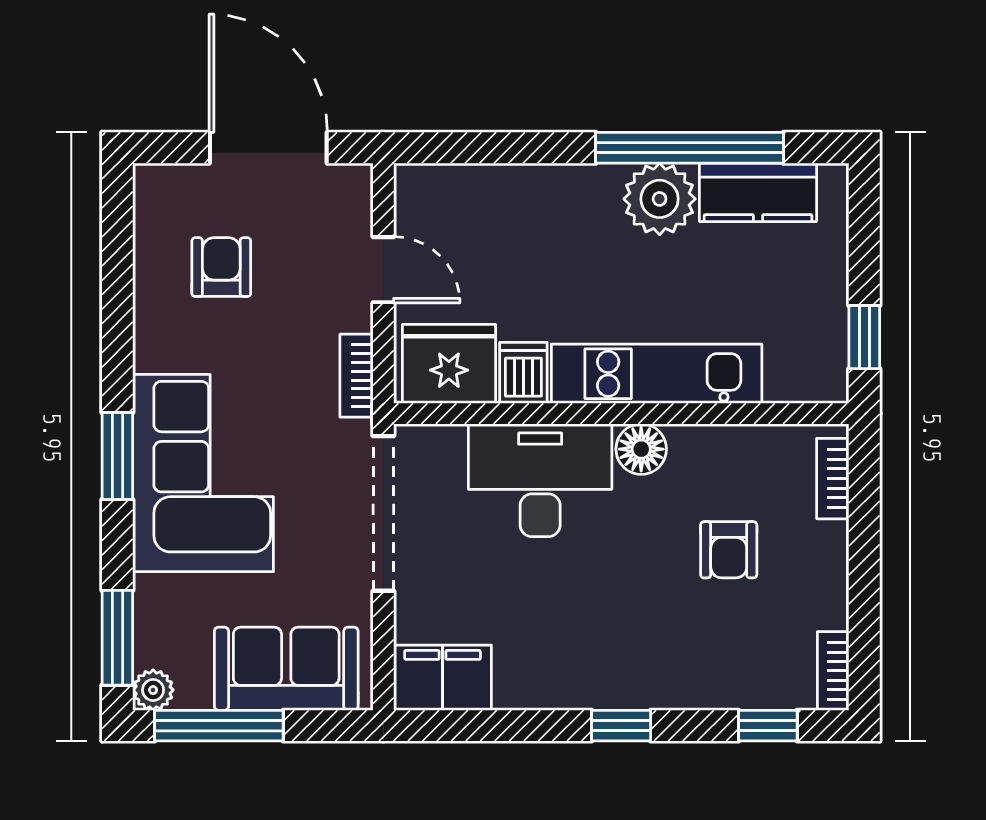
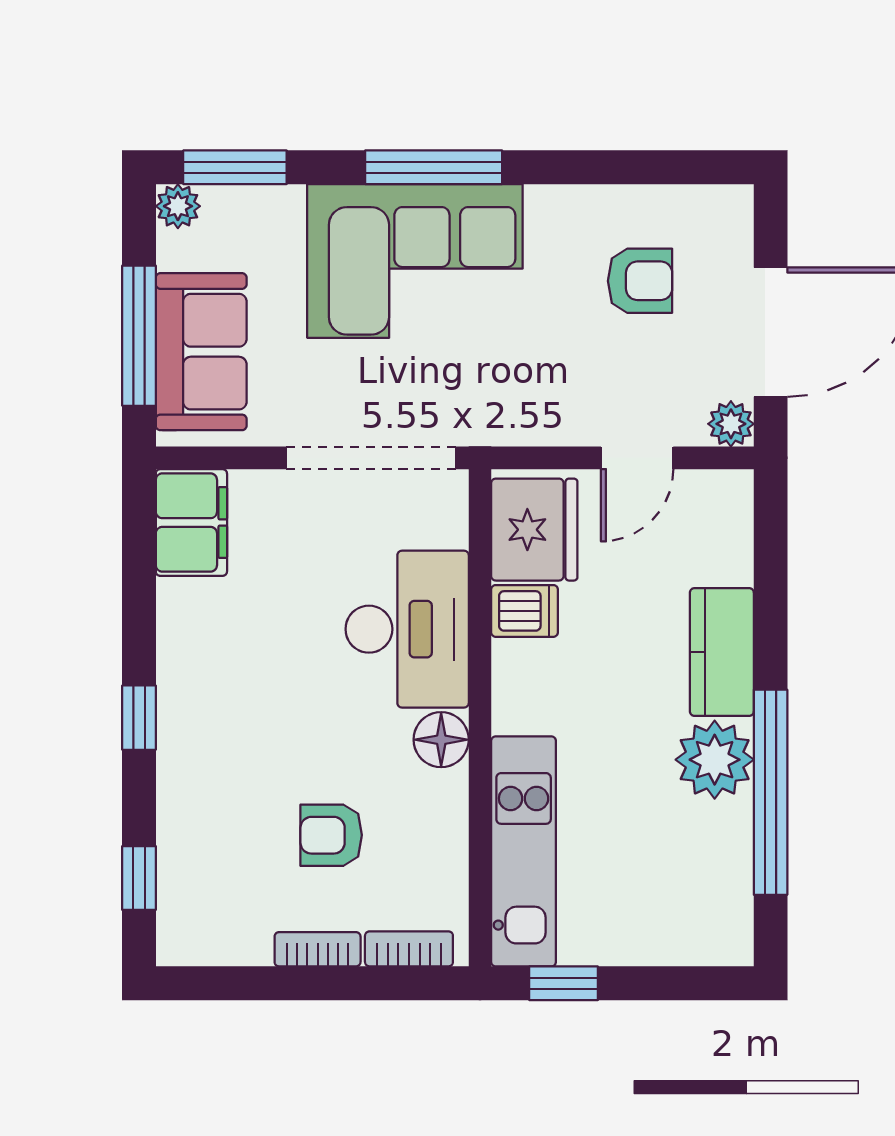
plant: (352, 184) -> (731, 424), added
kitchen counter: (758, 192) -> (722, 652), moved
kitchen unit: (657, 374) -> (524, 851), moved
bookcase: (357, 376) -> (521, 429), removed
window: (117, 456) -> (434, 167), width x1.44
bookcase: (833, 671) -> (318, 949), moved
window: (219, 726) -> (139, 336), moved

